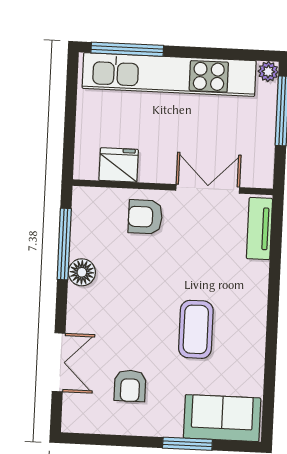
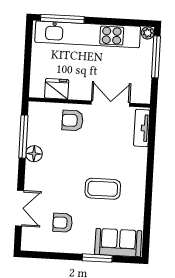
coffee table: (196, 329) -> (103, 189), turned 90
armchair: (130, 386) -> (63, 223), turned 90

